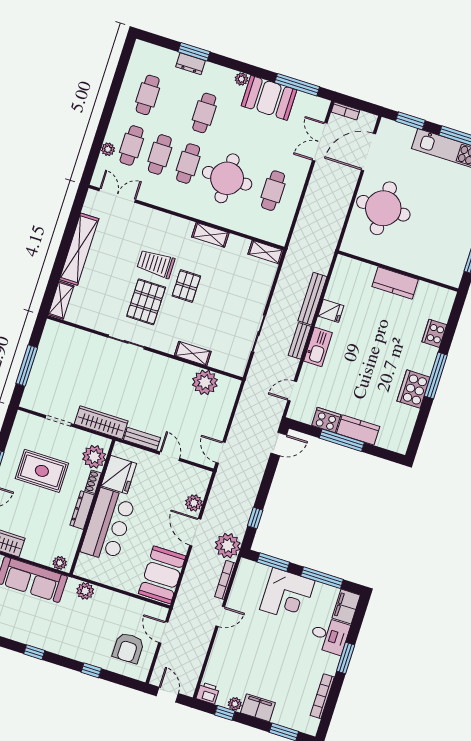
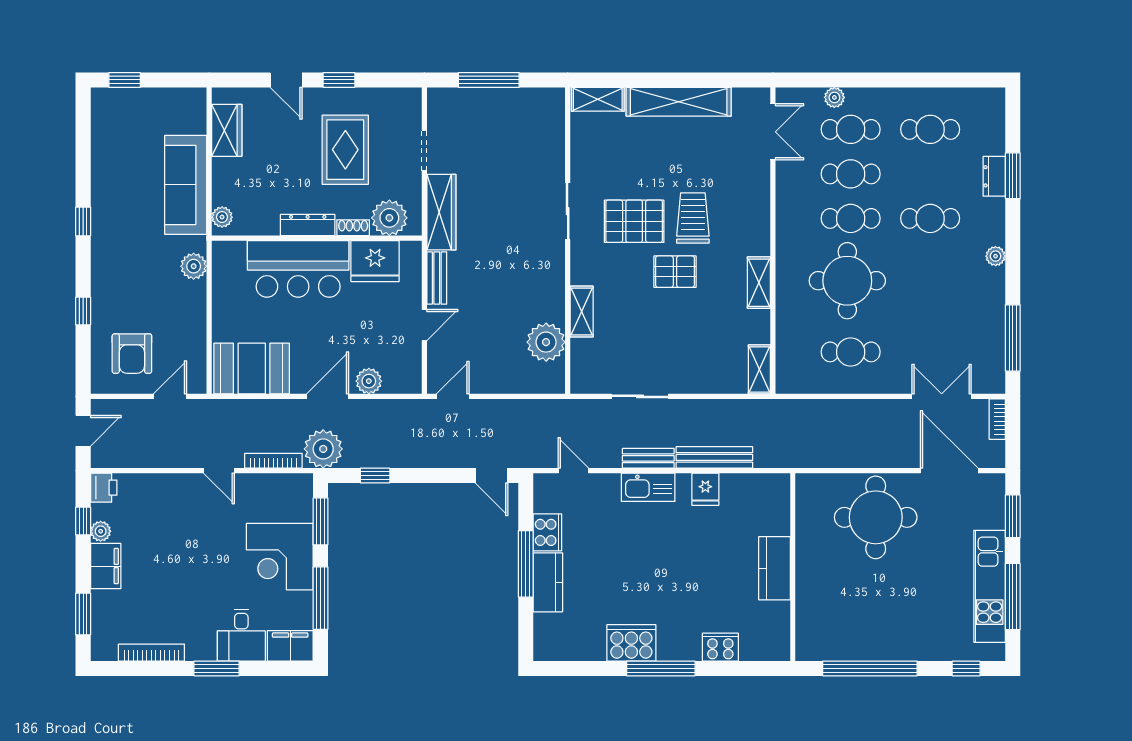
booth: (269, 98) -> (981, 304), removed
armchair: (128, 648) -> (132, 354), turned -90

